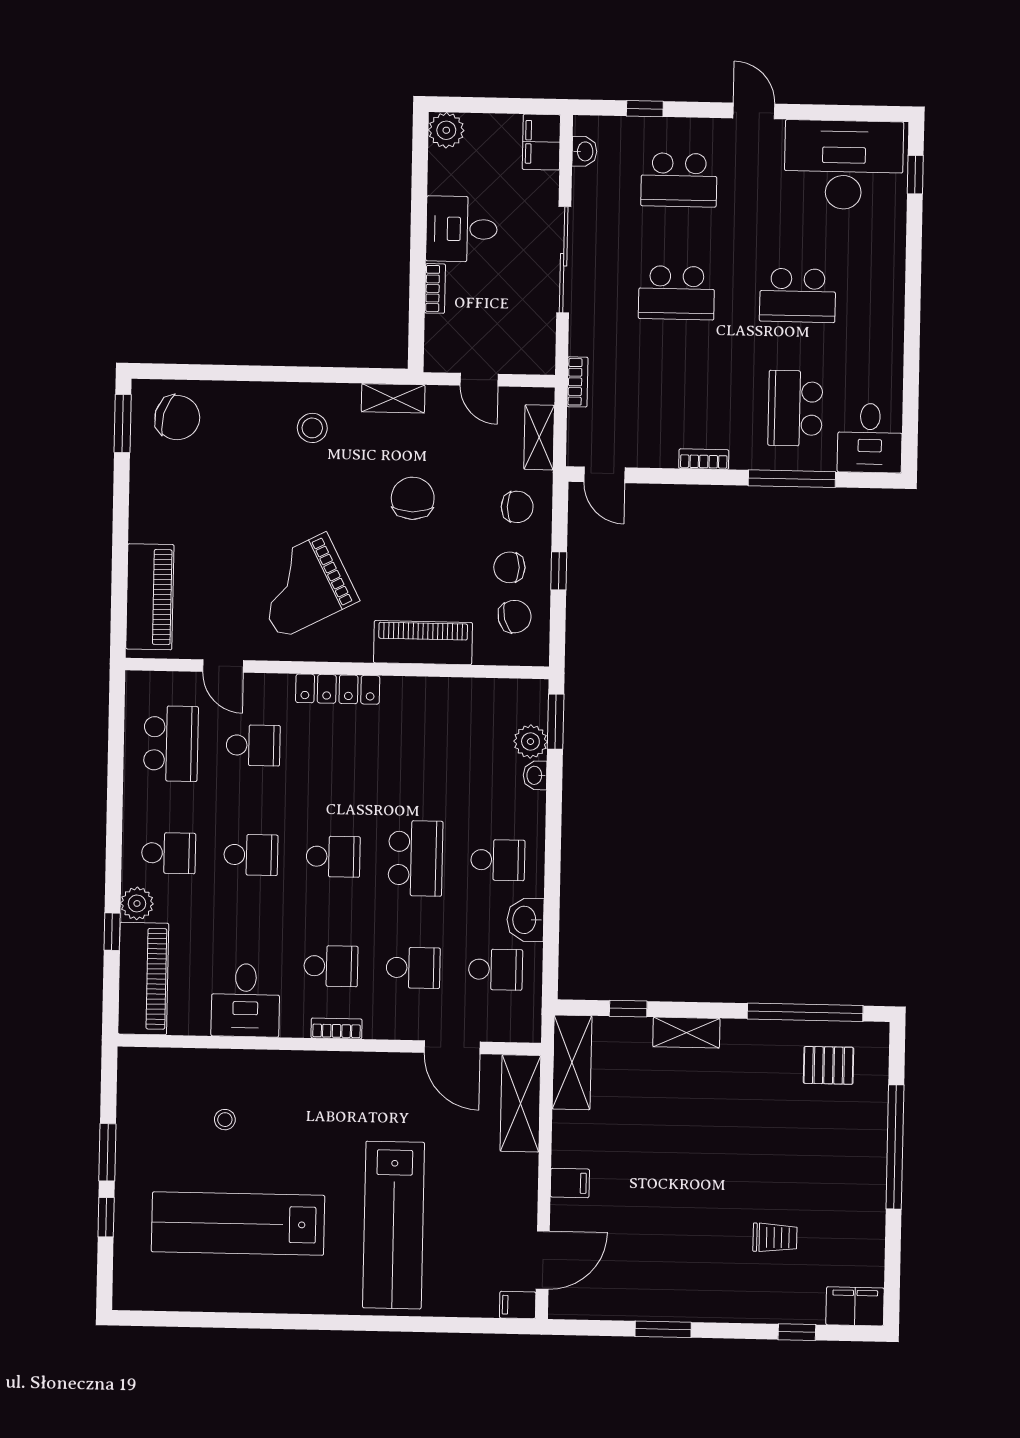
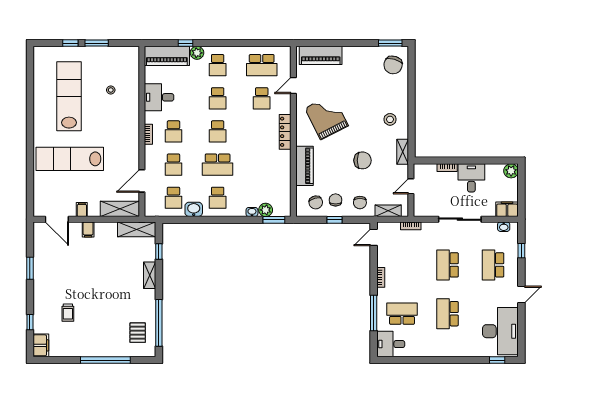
filing cabinet: (518, 1305) -> (82, 209), moved

